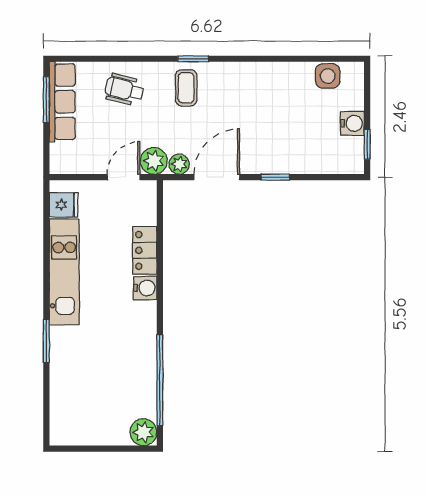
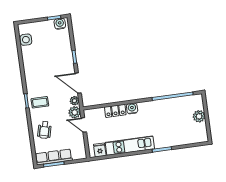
water cooler: (352, 123) -> (60, 24), moved
plant: (143, 432) -> (199, 116), moved

